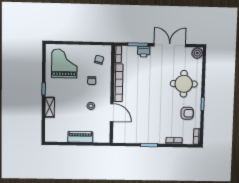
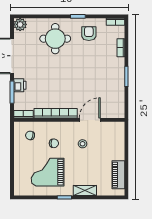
grand piano: (64, 63) -> (48, 172), moved
piano: (80, 137) -> (118, 175), moved

